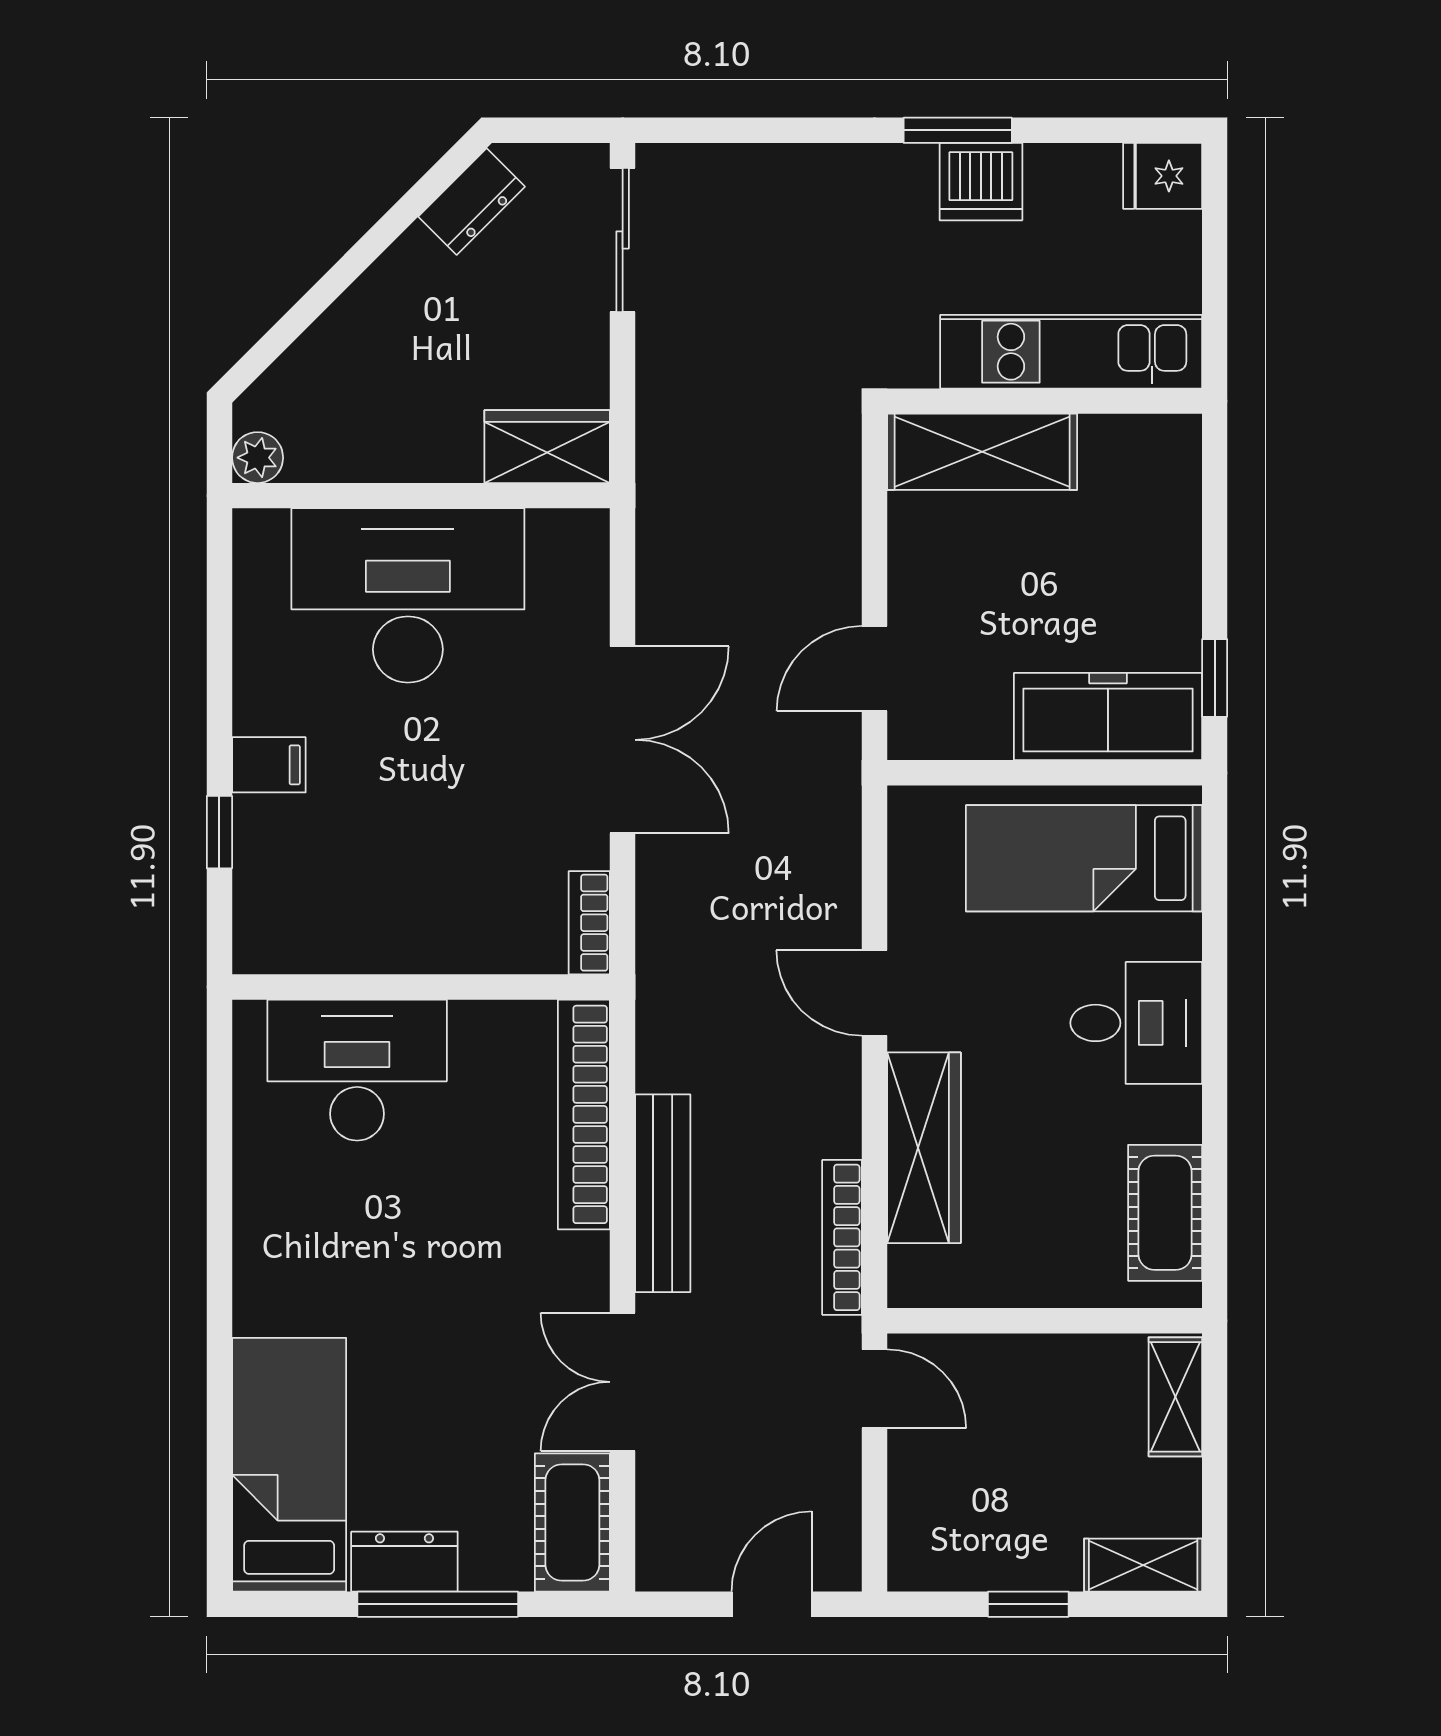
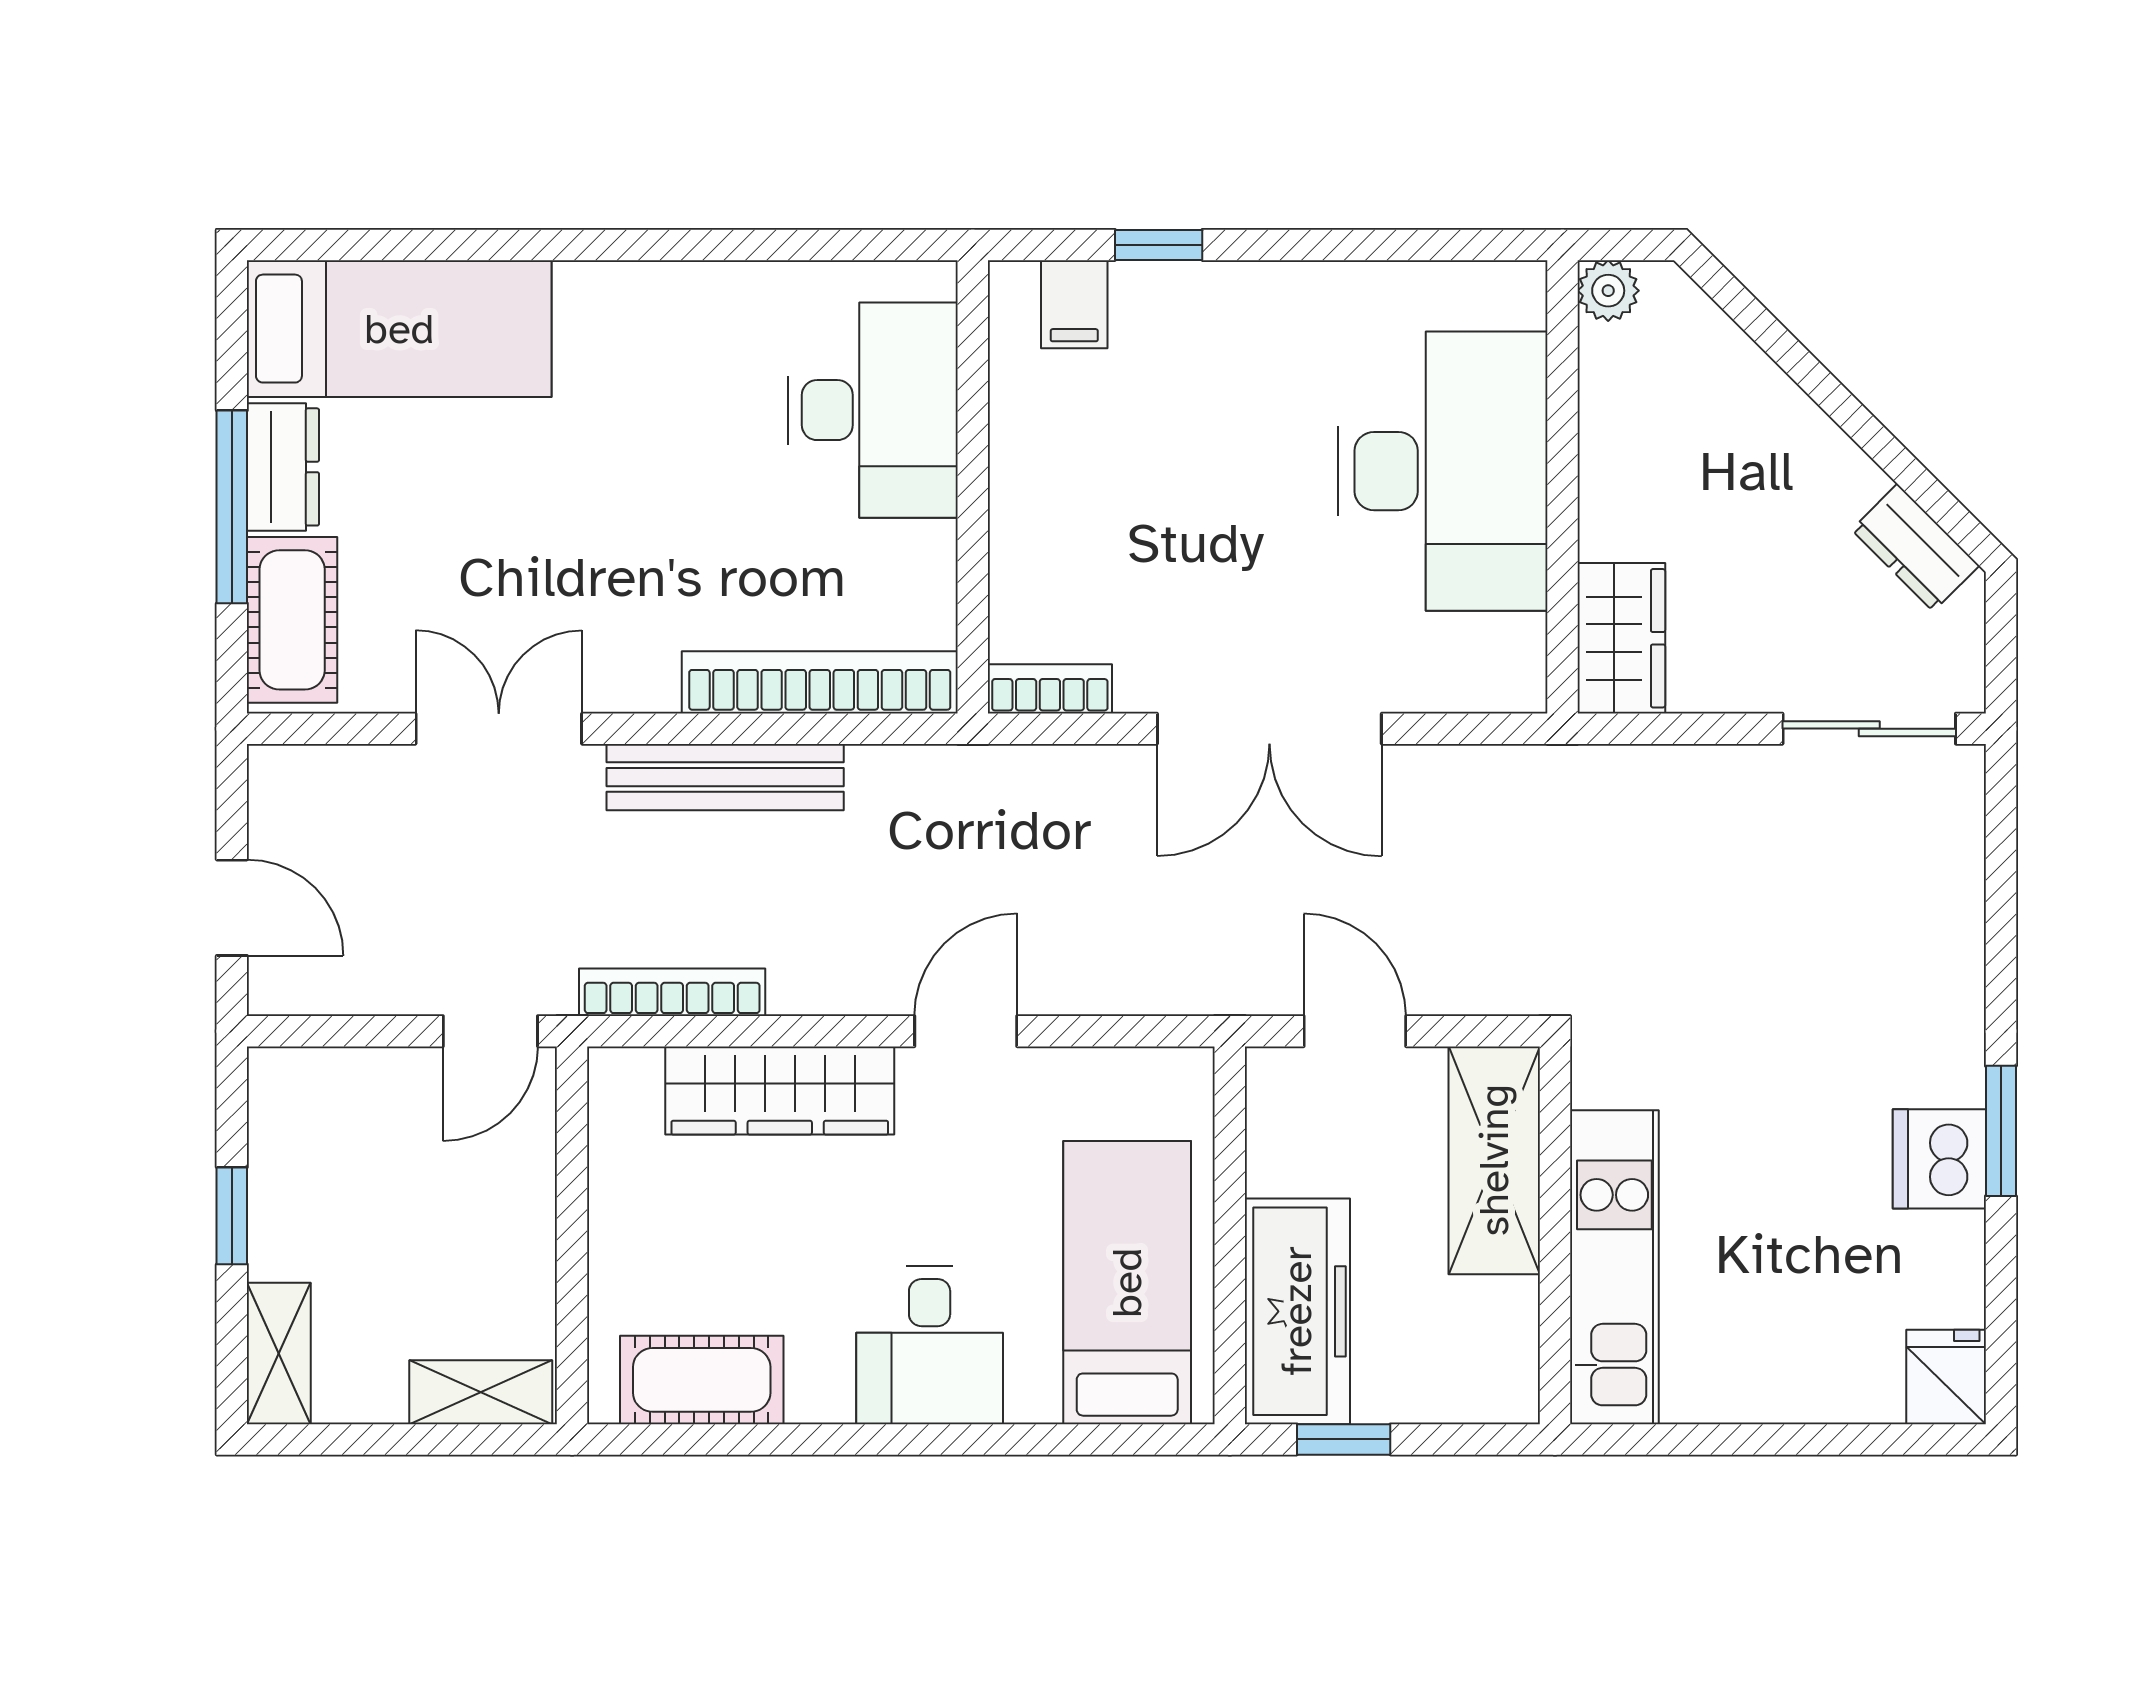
kitchen unit: (1071, 352) -> (1614, 1267), moved
wall: (1045, 401) -> (1555, 1235), moved
shelving: (982, 452) -> (1494, 1160), moved
filing cabinet: (269, 765) -> (1074, 304), moved
cot: (572, 1522) -> (292, 620), moved, turned 90

